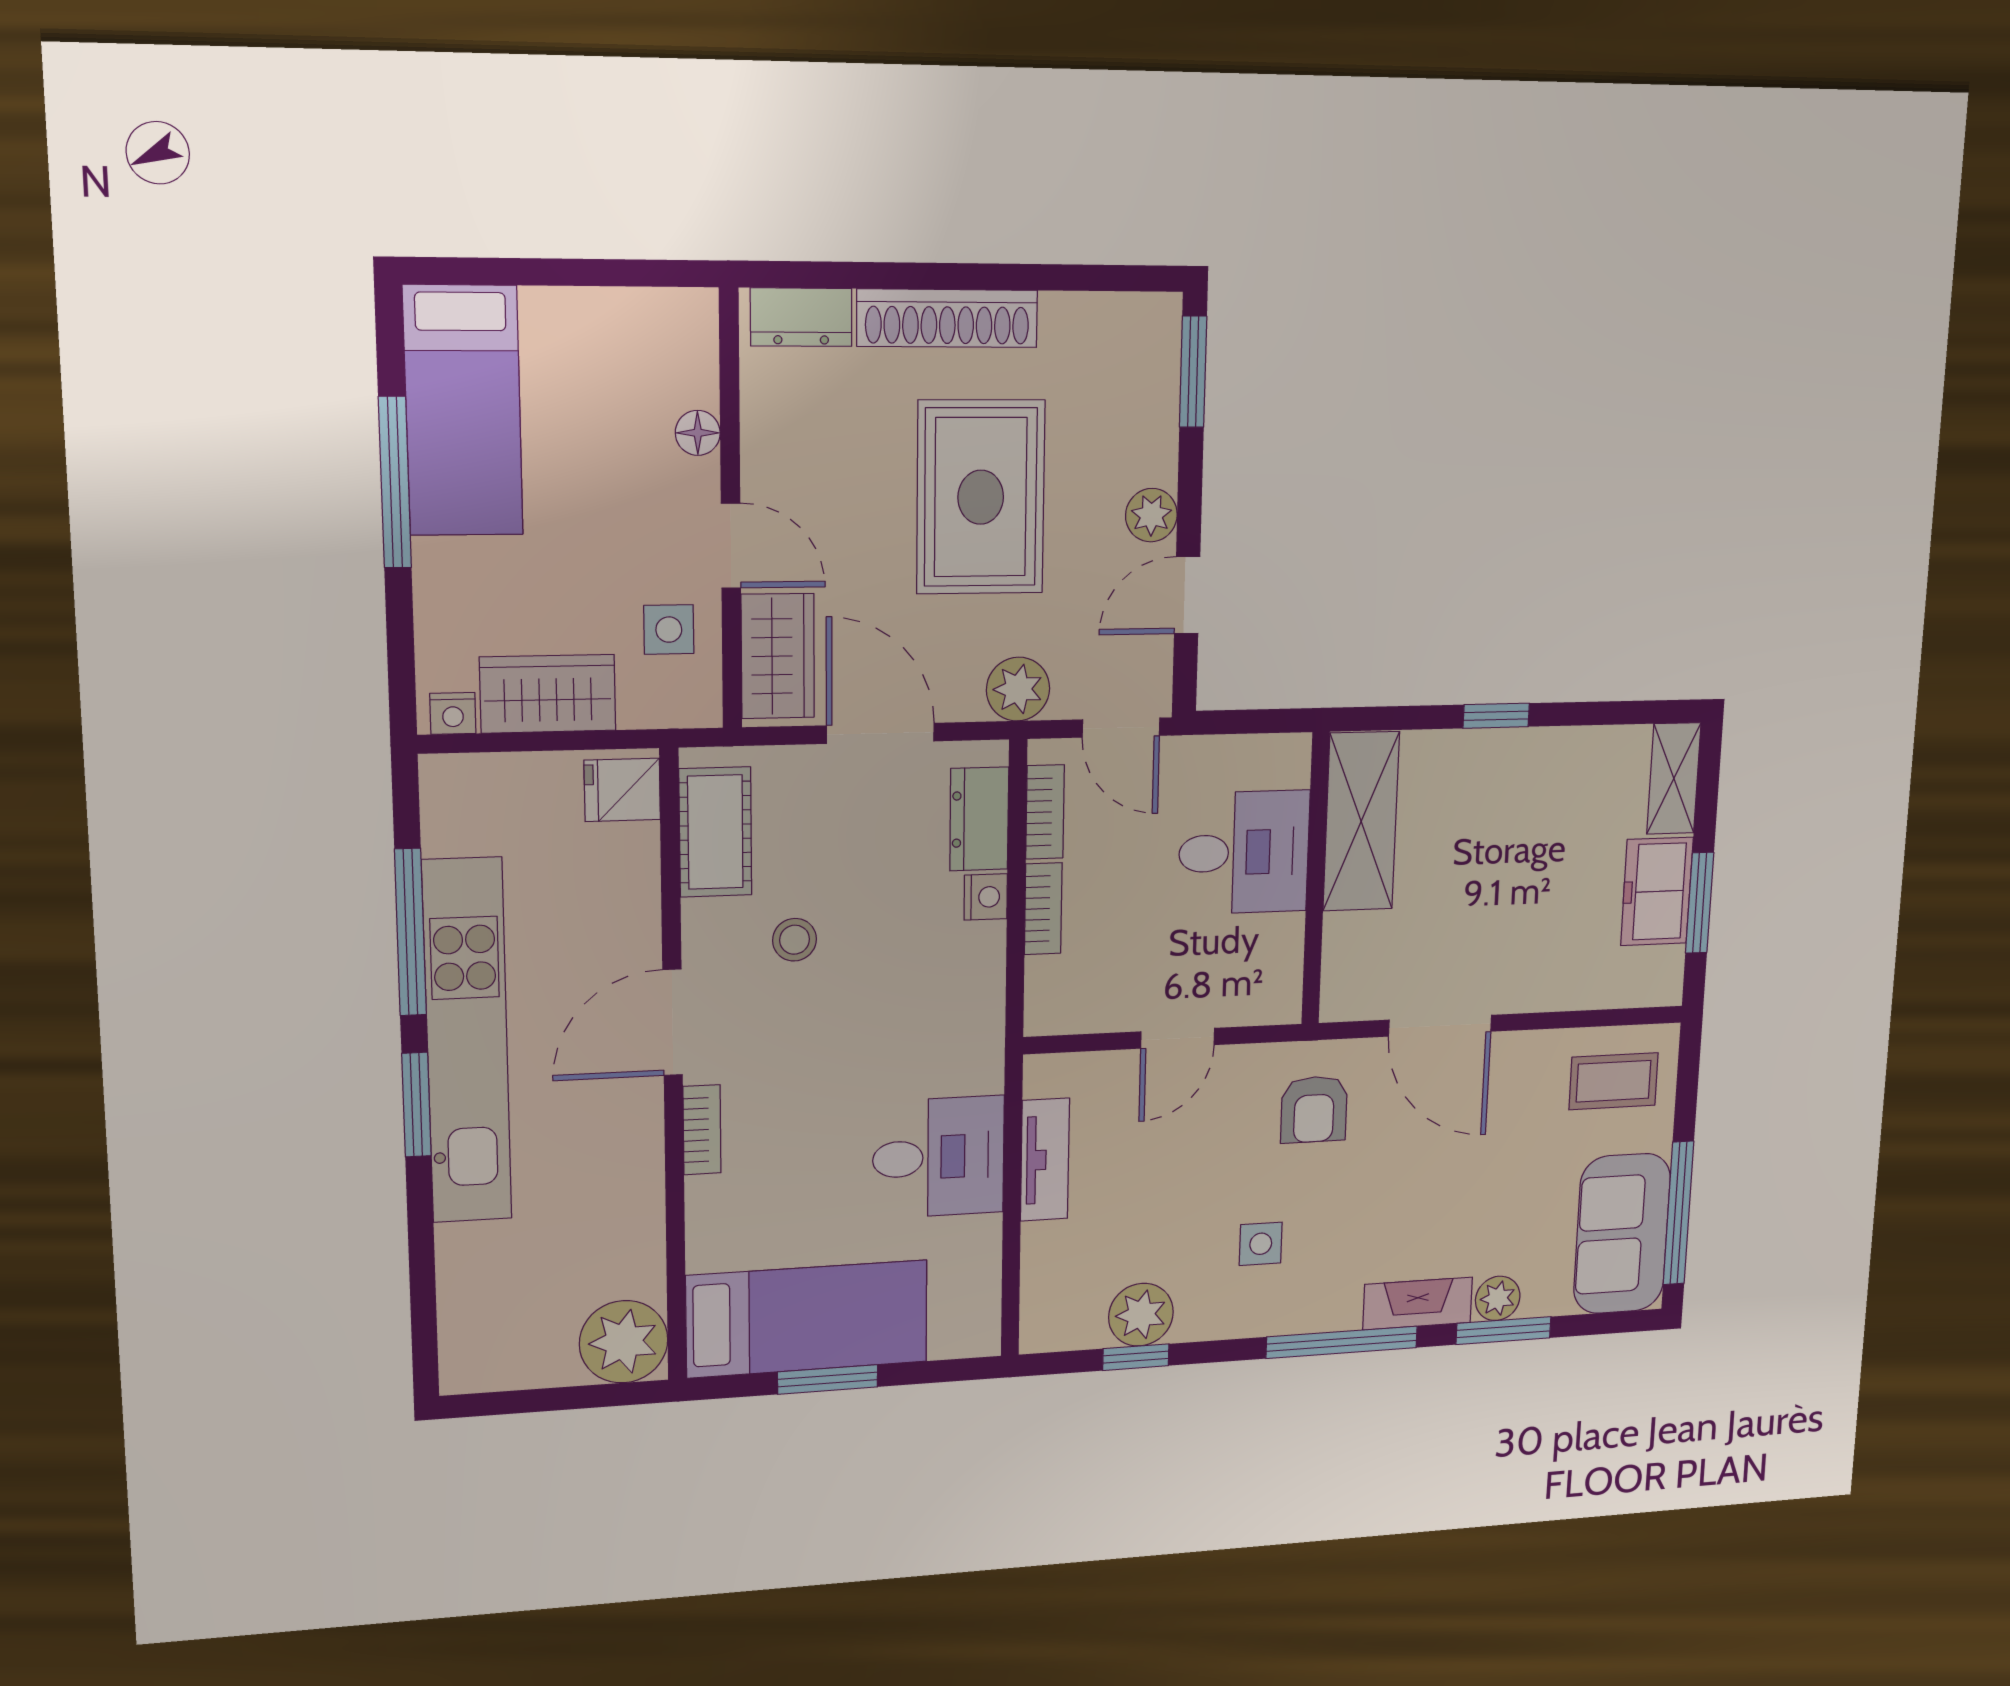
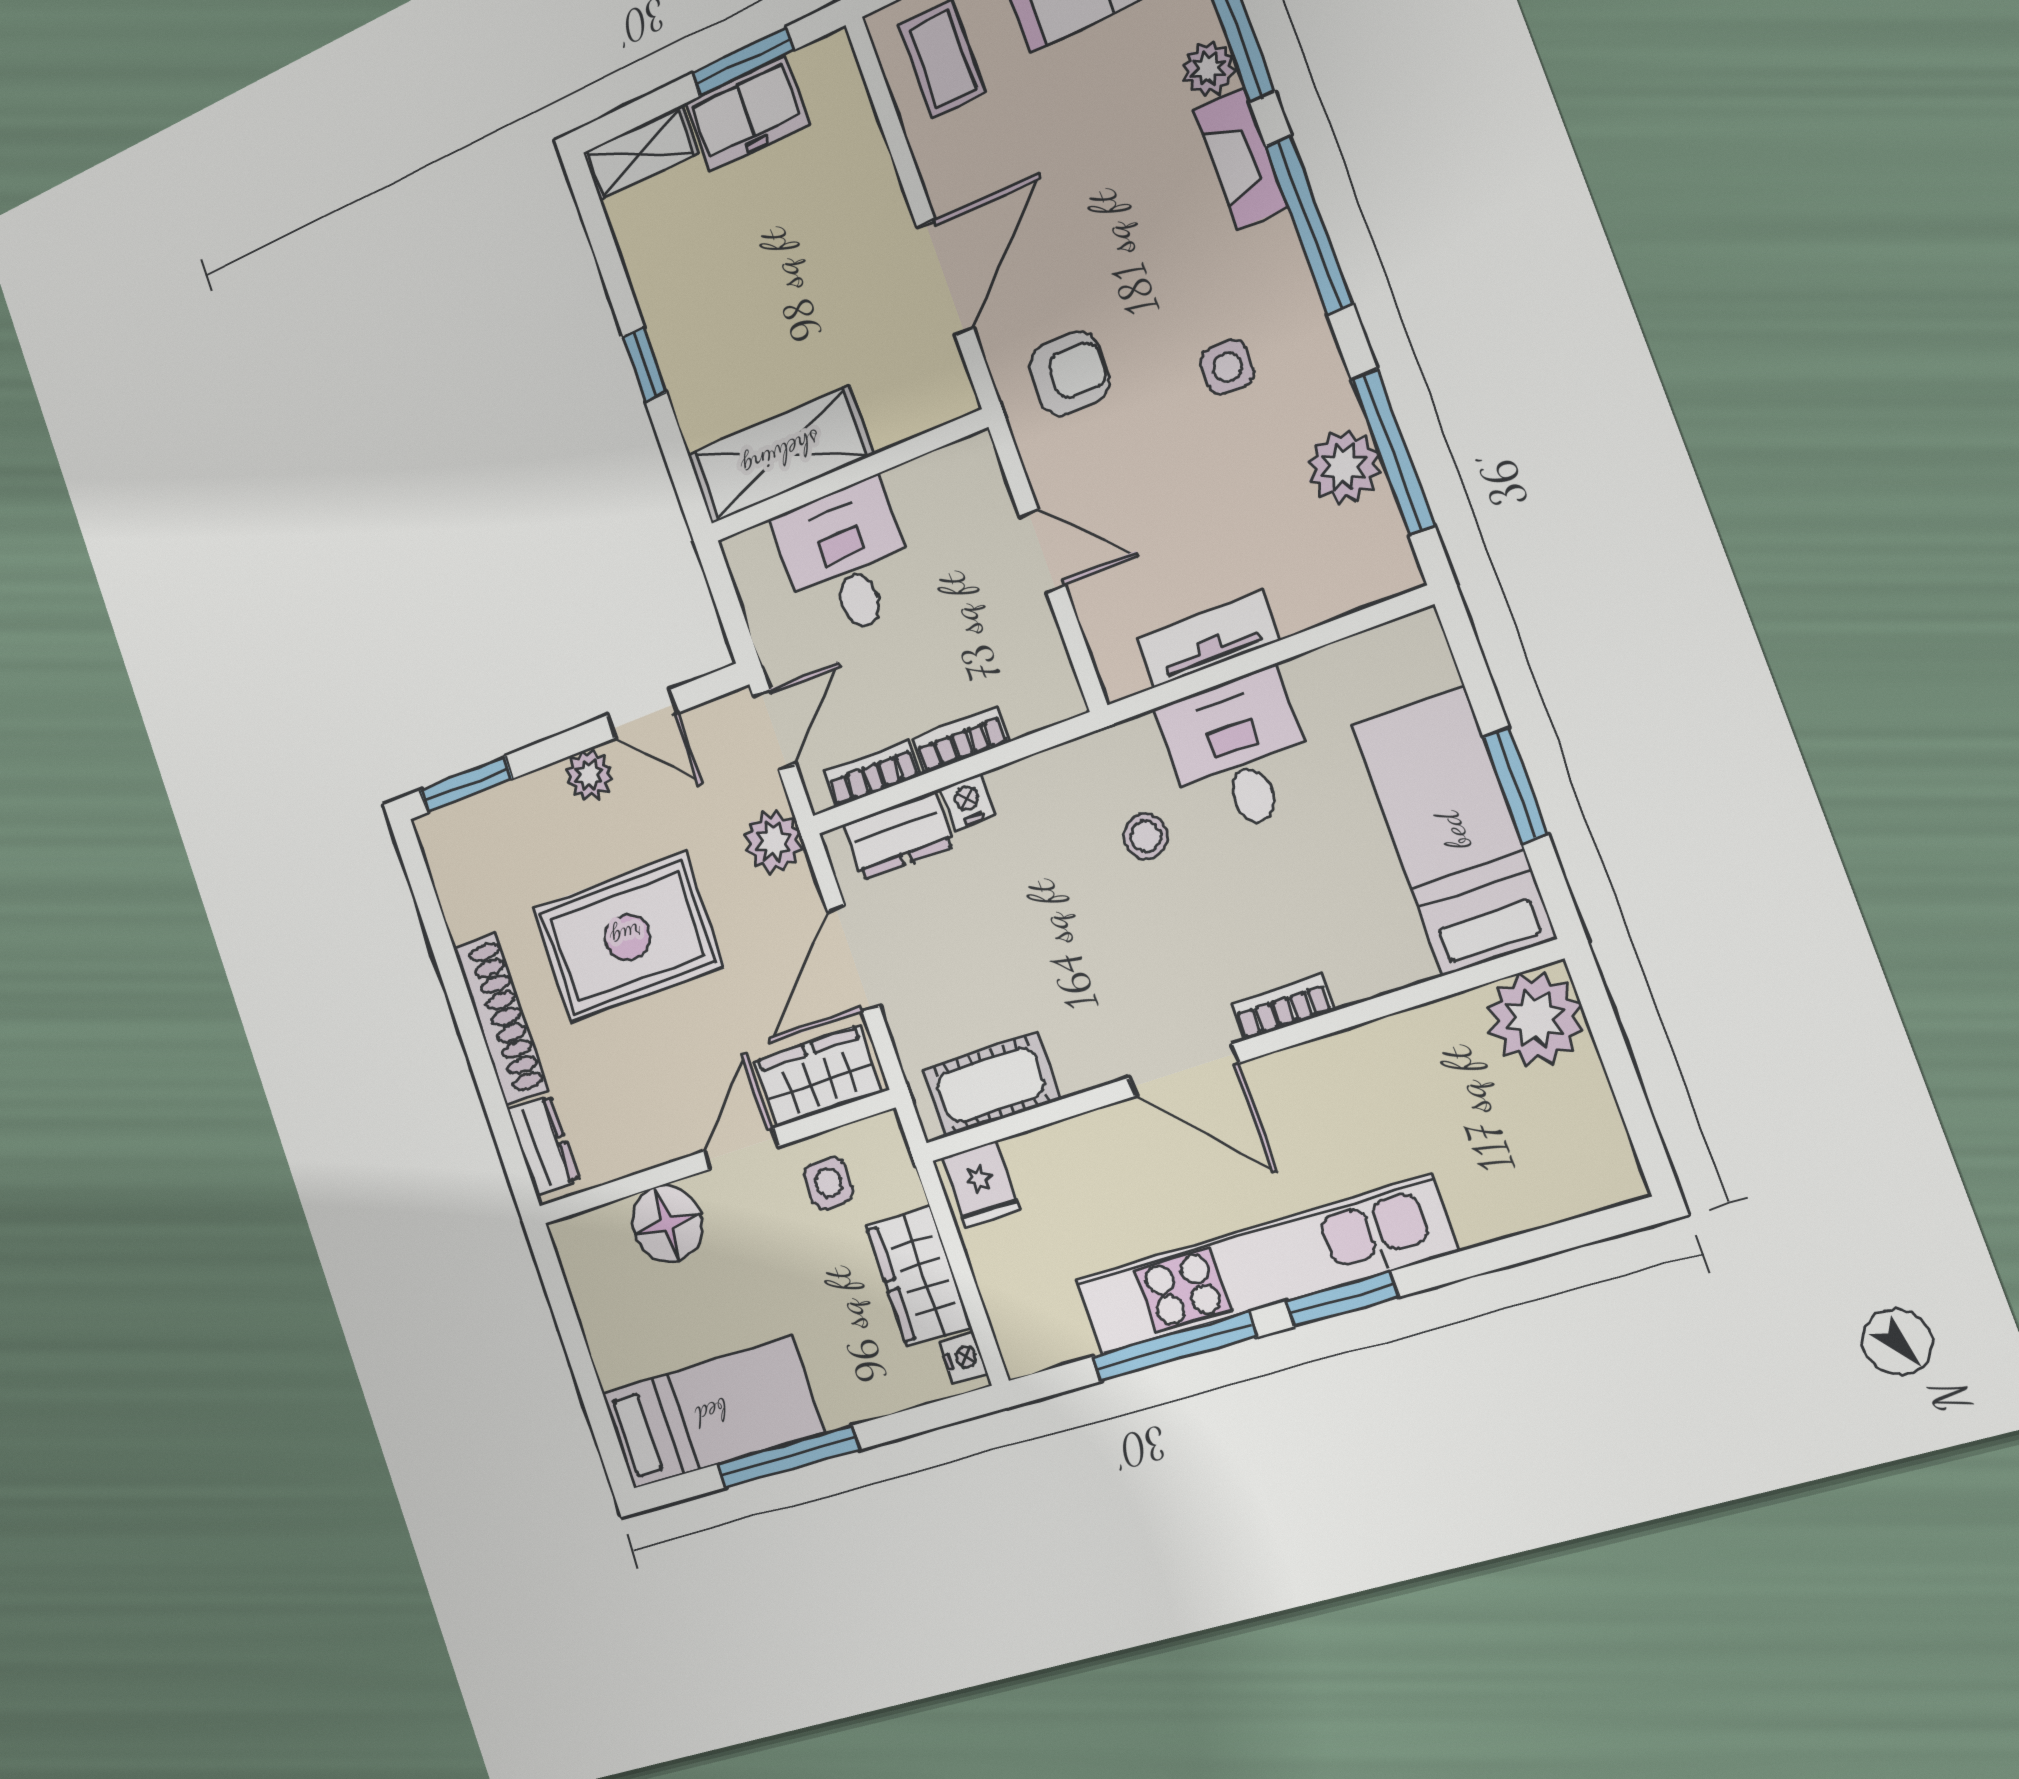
floor lamp: (698, 433) -> (667, 1224), width x1.89, depth x1.89
stool: (795, 940) -> (1146, 836), moved
window: (1136, 1357) -> (1393, 452), width x2.17

